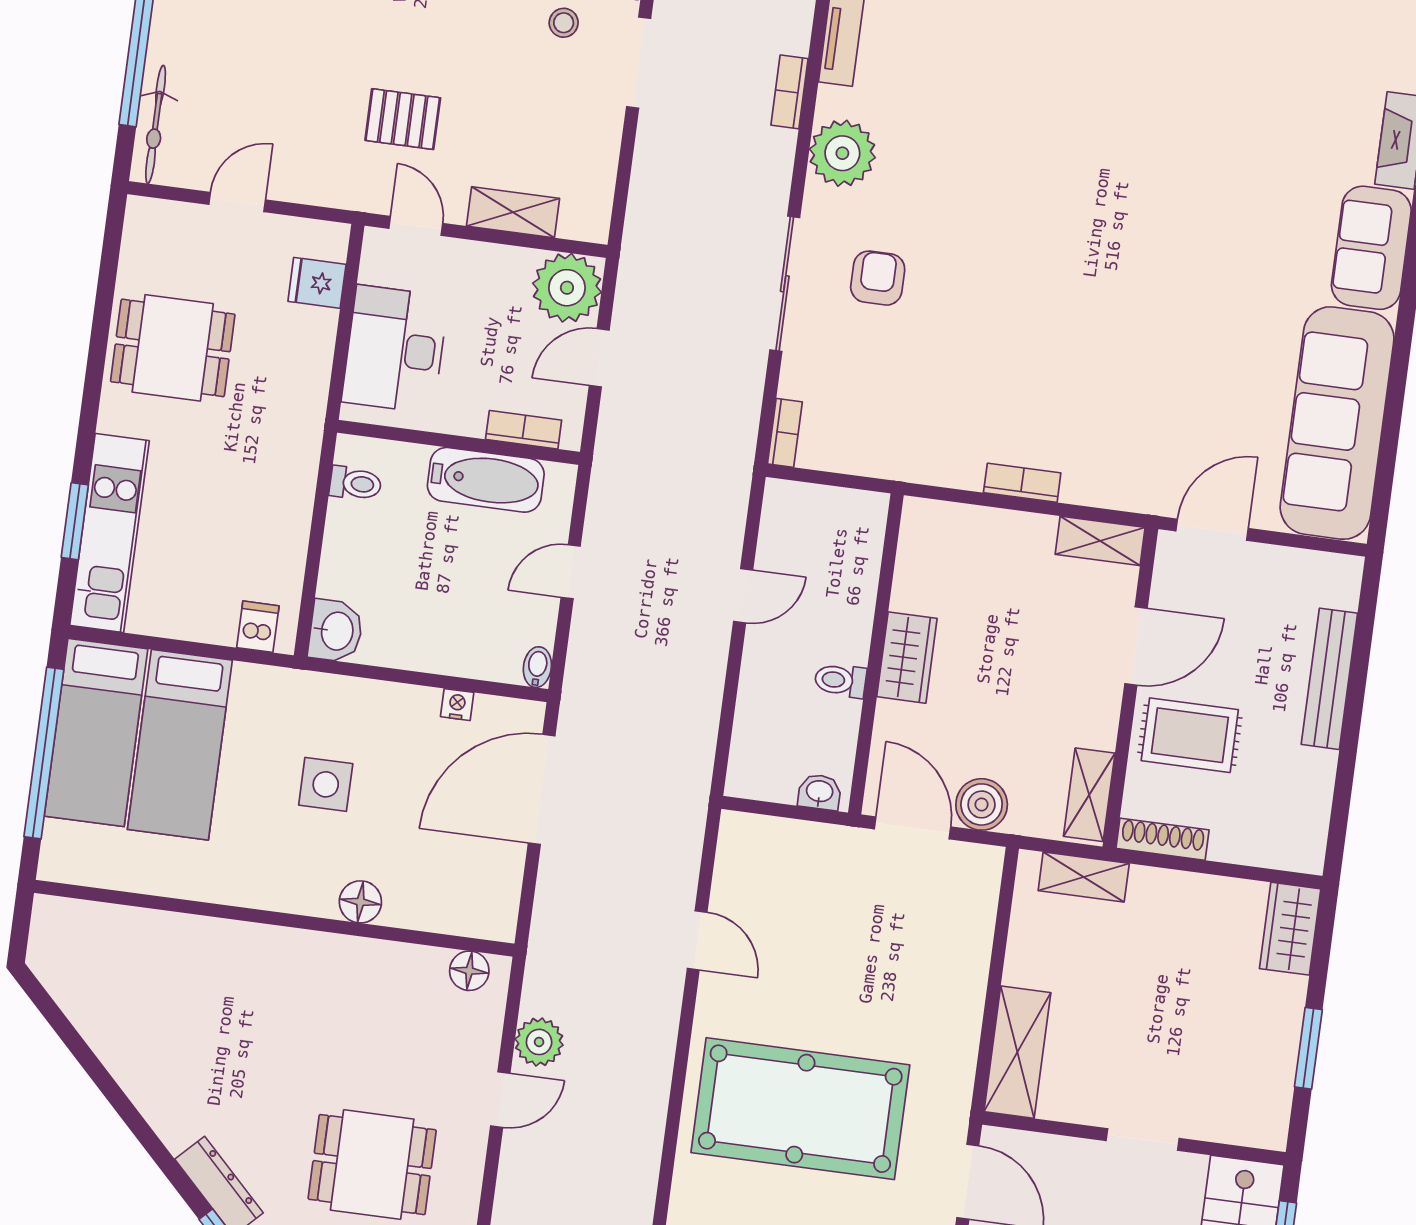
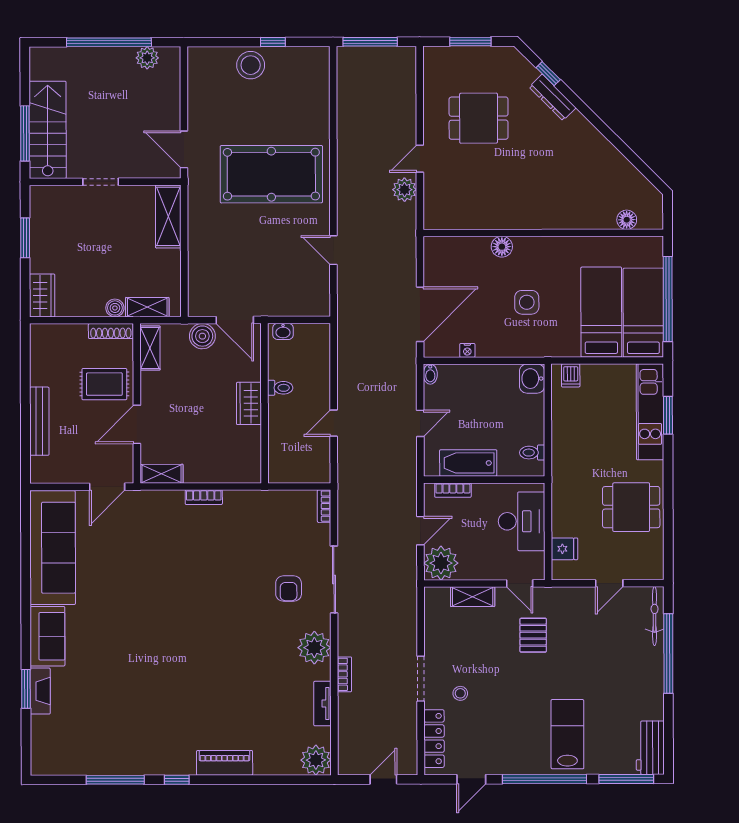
pallet: (403, 119) -> (533, 635), turned 90
boiler: (1148, 884) -> (115, 308), added
floor lamp: (469, 971) -> (627, 220), moved

